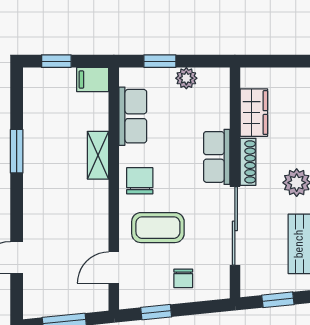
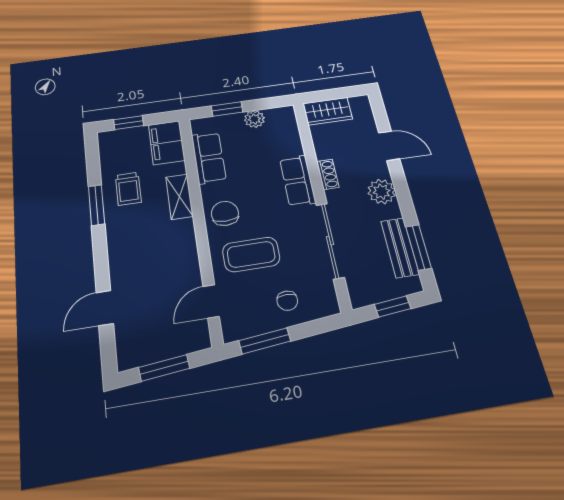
filing cabinet: (93, 80) -> (167, 143), width x2.00
wardrobe: (254, 113) -> (328, 111), moved, turned 90
trolley: (49, 138) -> (128, 189), added
shoe rack: (248, 162) -> (328, 174), width x0.70
window: (156, 312) -> (265, 341), width x1.50

